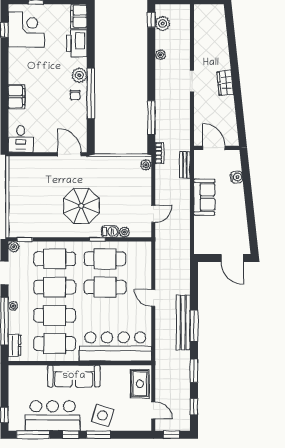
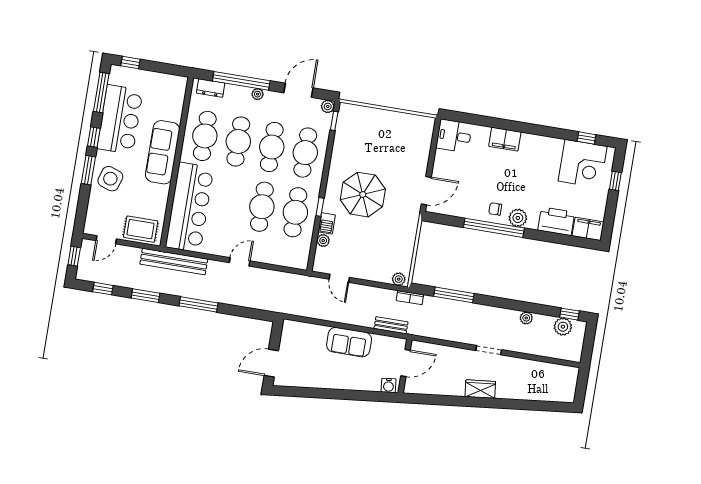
water cooler: (237, 177) -> (389, 385), moved
bench: (183, 322) -> (174, 262), moved

